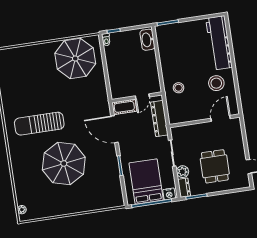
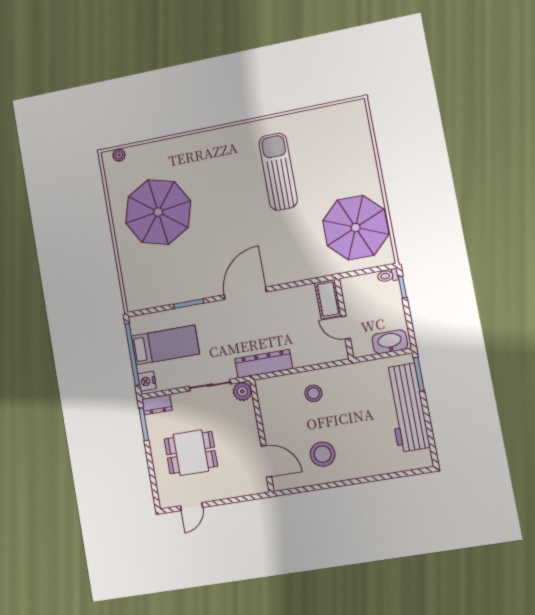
workbench: (219, 43) -> (407, 408), moved, turned -90
door: (142, 96) -> (346, 327), moved
wall: (137, 97) -> (344, 319), moved
cot: (124, 107) -> (328, 299), moved
sun lounger: (39, 124) -> (278, 172), moved
parasol: (64, 163) -> (158, 212), moved
plant: (183, 172) -> (242, 391), moved
bed: (146, 181) -> (165, 345), width x0.67

